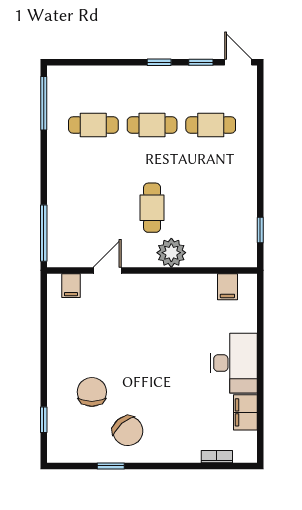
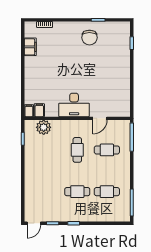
door: (238, 62) -> (34, 223), hinge flipped
cafe table: (211, 125) -> (107, 150), moved
plant: (171, 253) -> (44, 127), moved
filing cabinet: (71, 286) -> (29, 111), moved
desk: (234, 363) -> (74, 105), moved, turned -90
chair: (92, 392) -> (108, 57), removed
chair: (128, 431) -> (89, 38), turned -139

